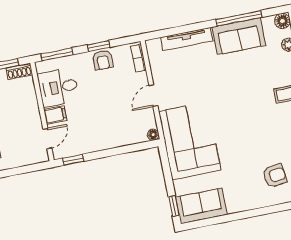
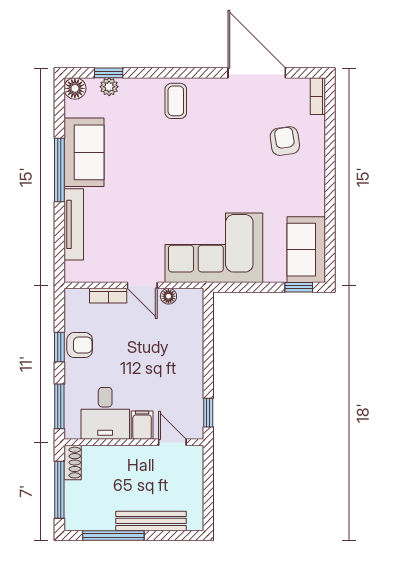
window: (239, 18) -> (59, 170), moved
bookcase: (138, 58) -> (108, 296), moved
floor lamp: (153, 135) -> (168, 296), moved

